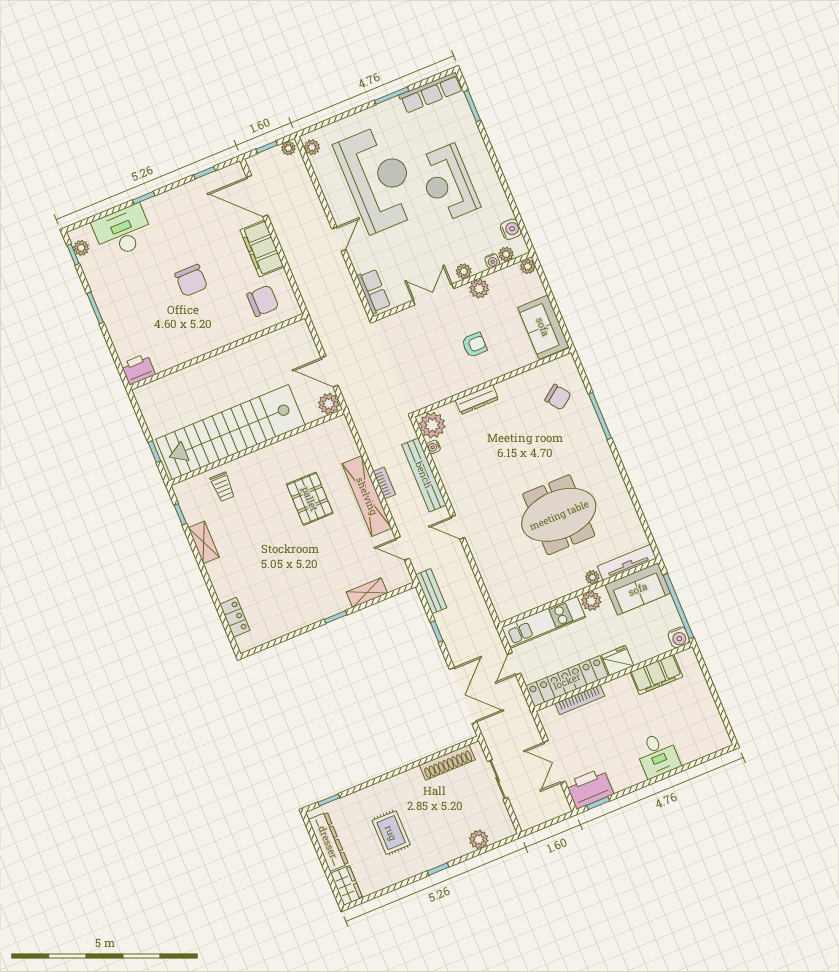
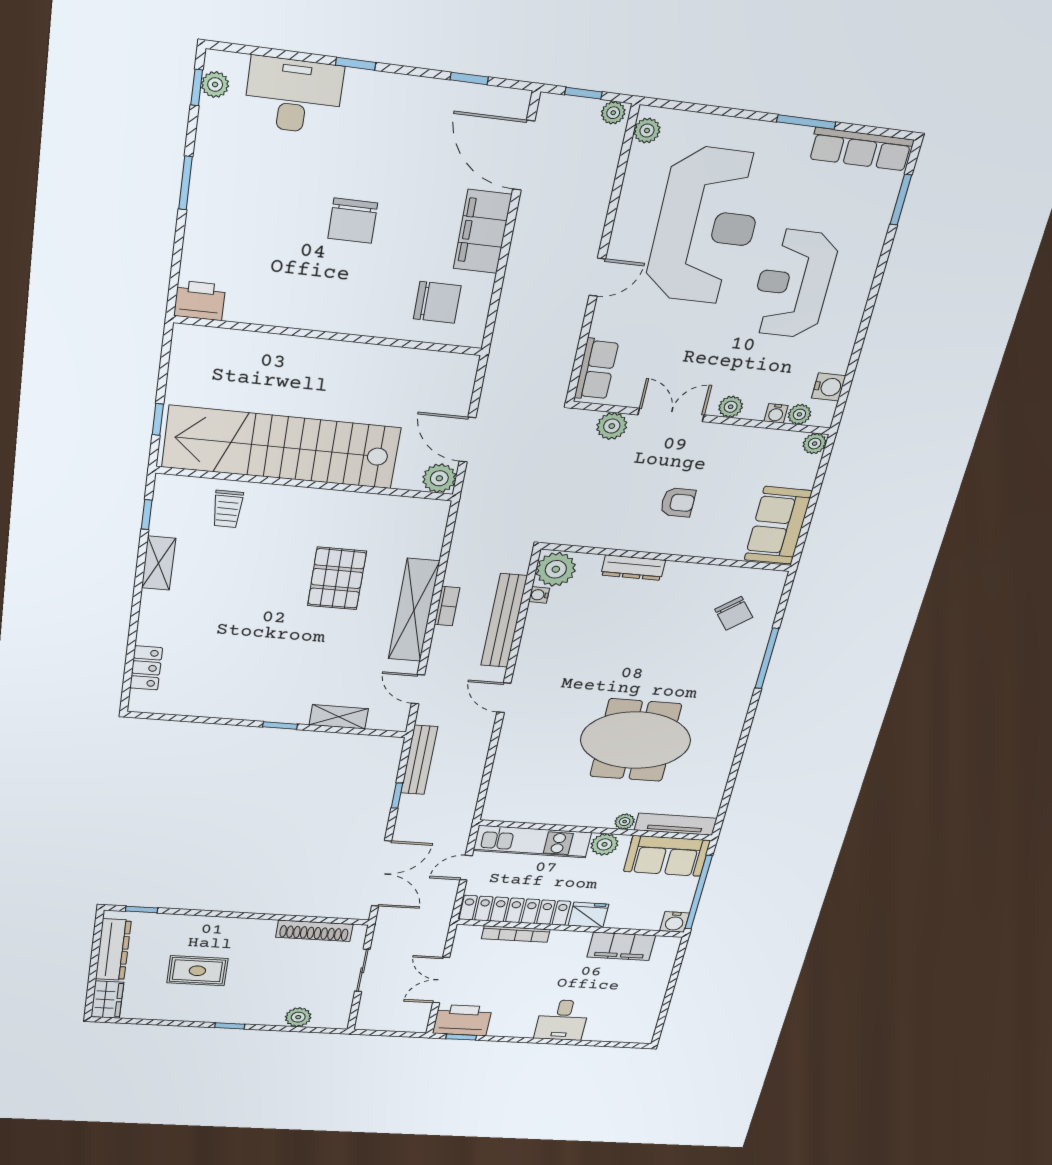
plant: (479, 289) -> (612, 426), moved
bench: (431, 591) -> (419, 760), width x1.36
rug: (391, 833) -> (197, 971), turned 90

